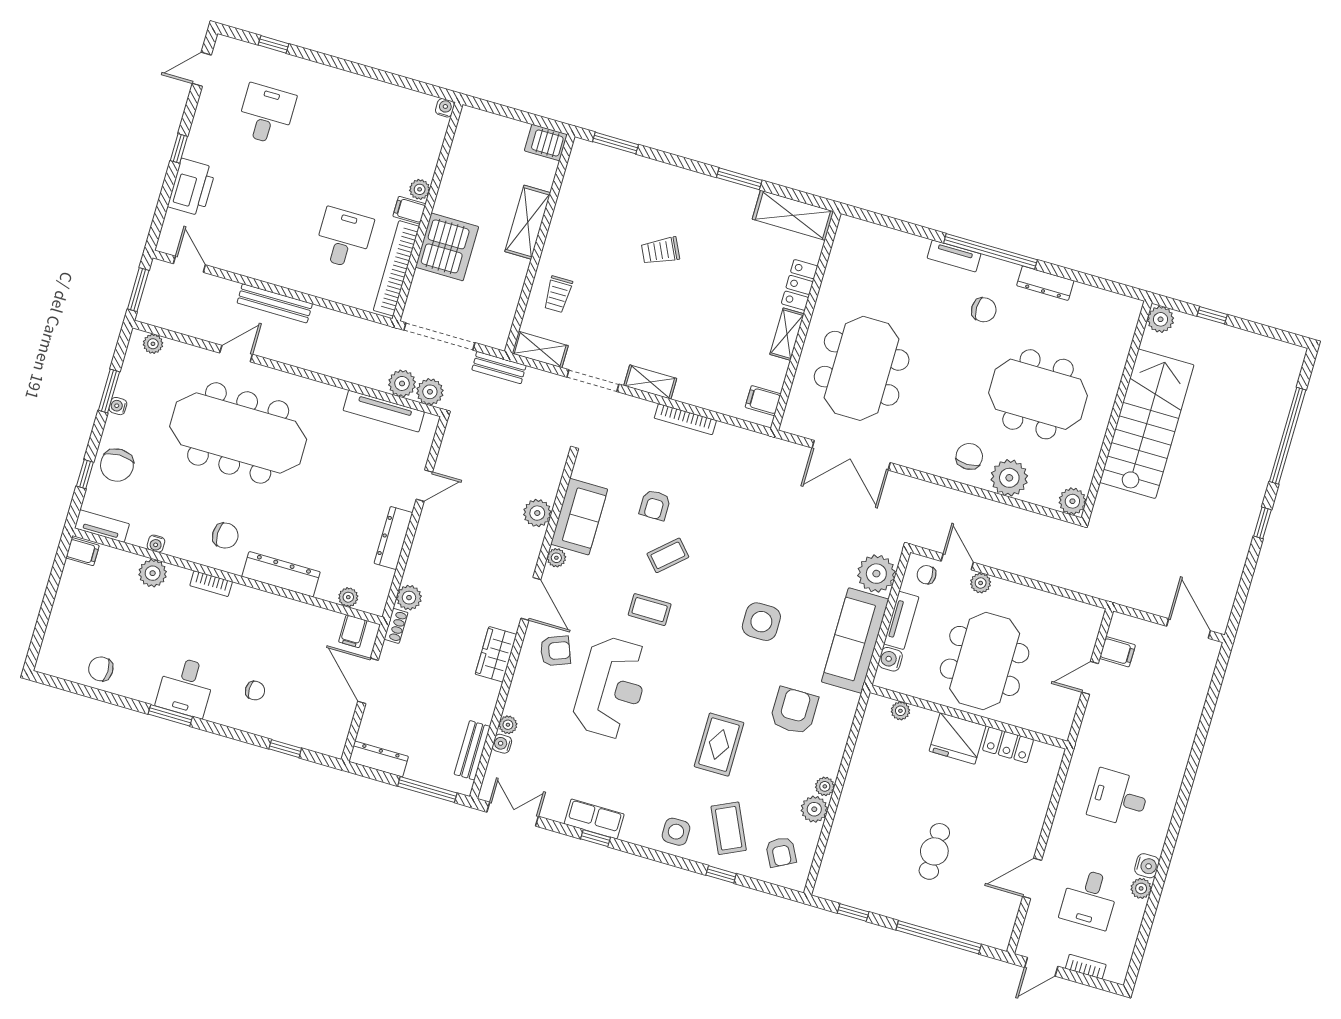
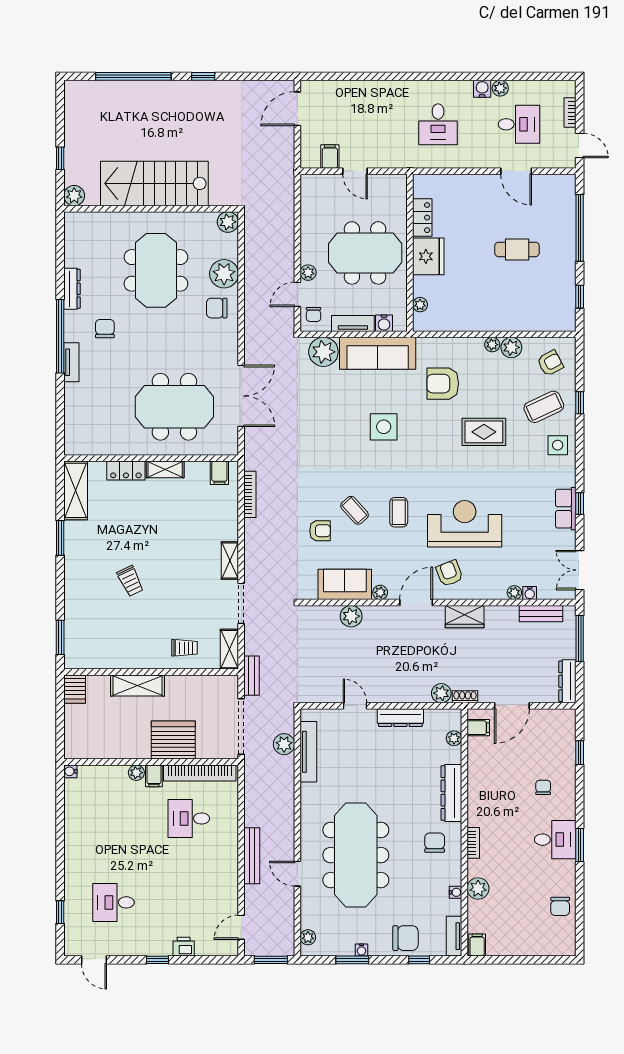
printer: (192, 187) -> (184, 947), width x0.53, depth x0.68
plant: (430, 392) -> (284, 722), removed
bookcase: (685, 419) -> (250, 494), moved

